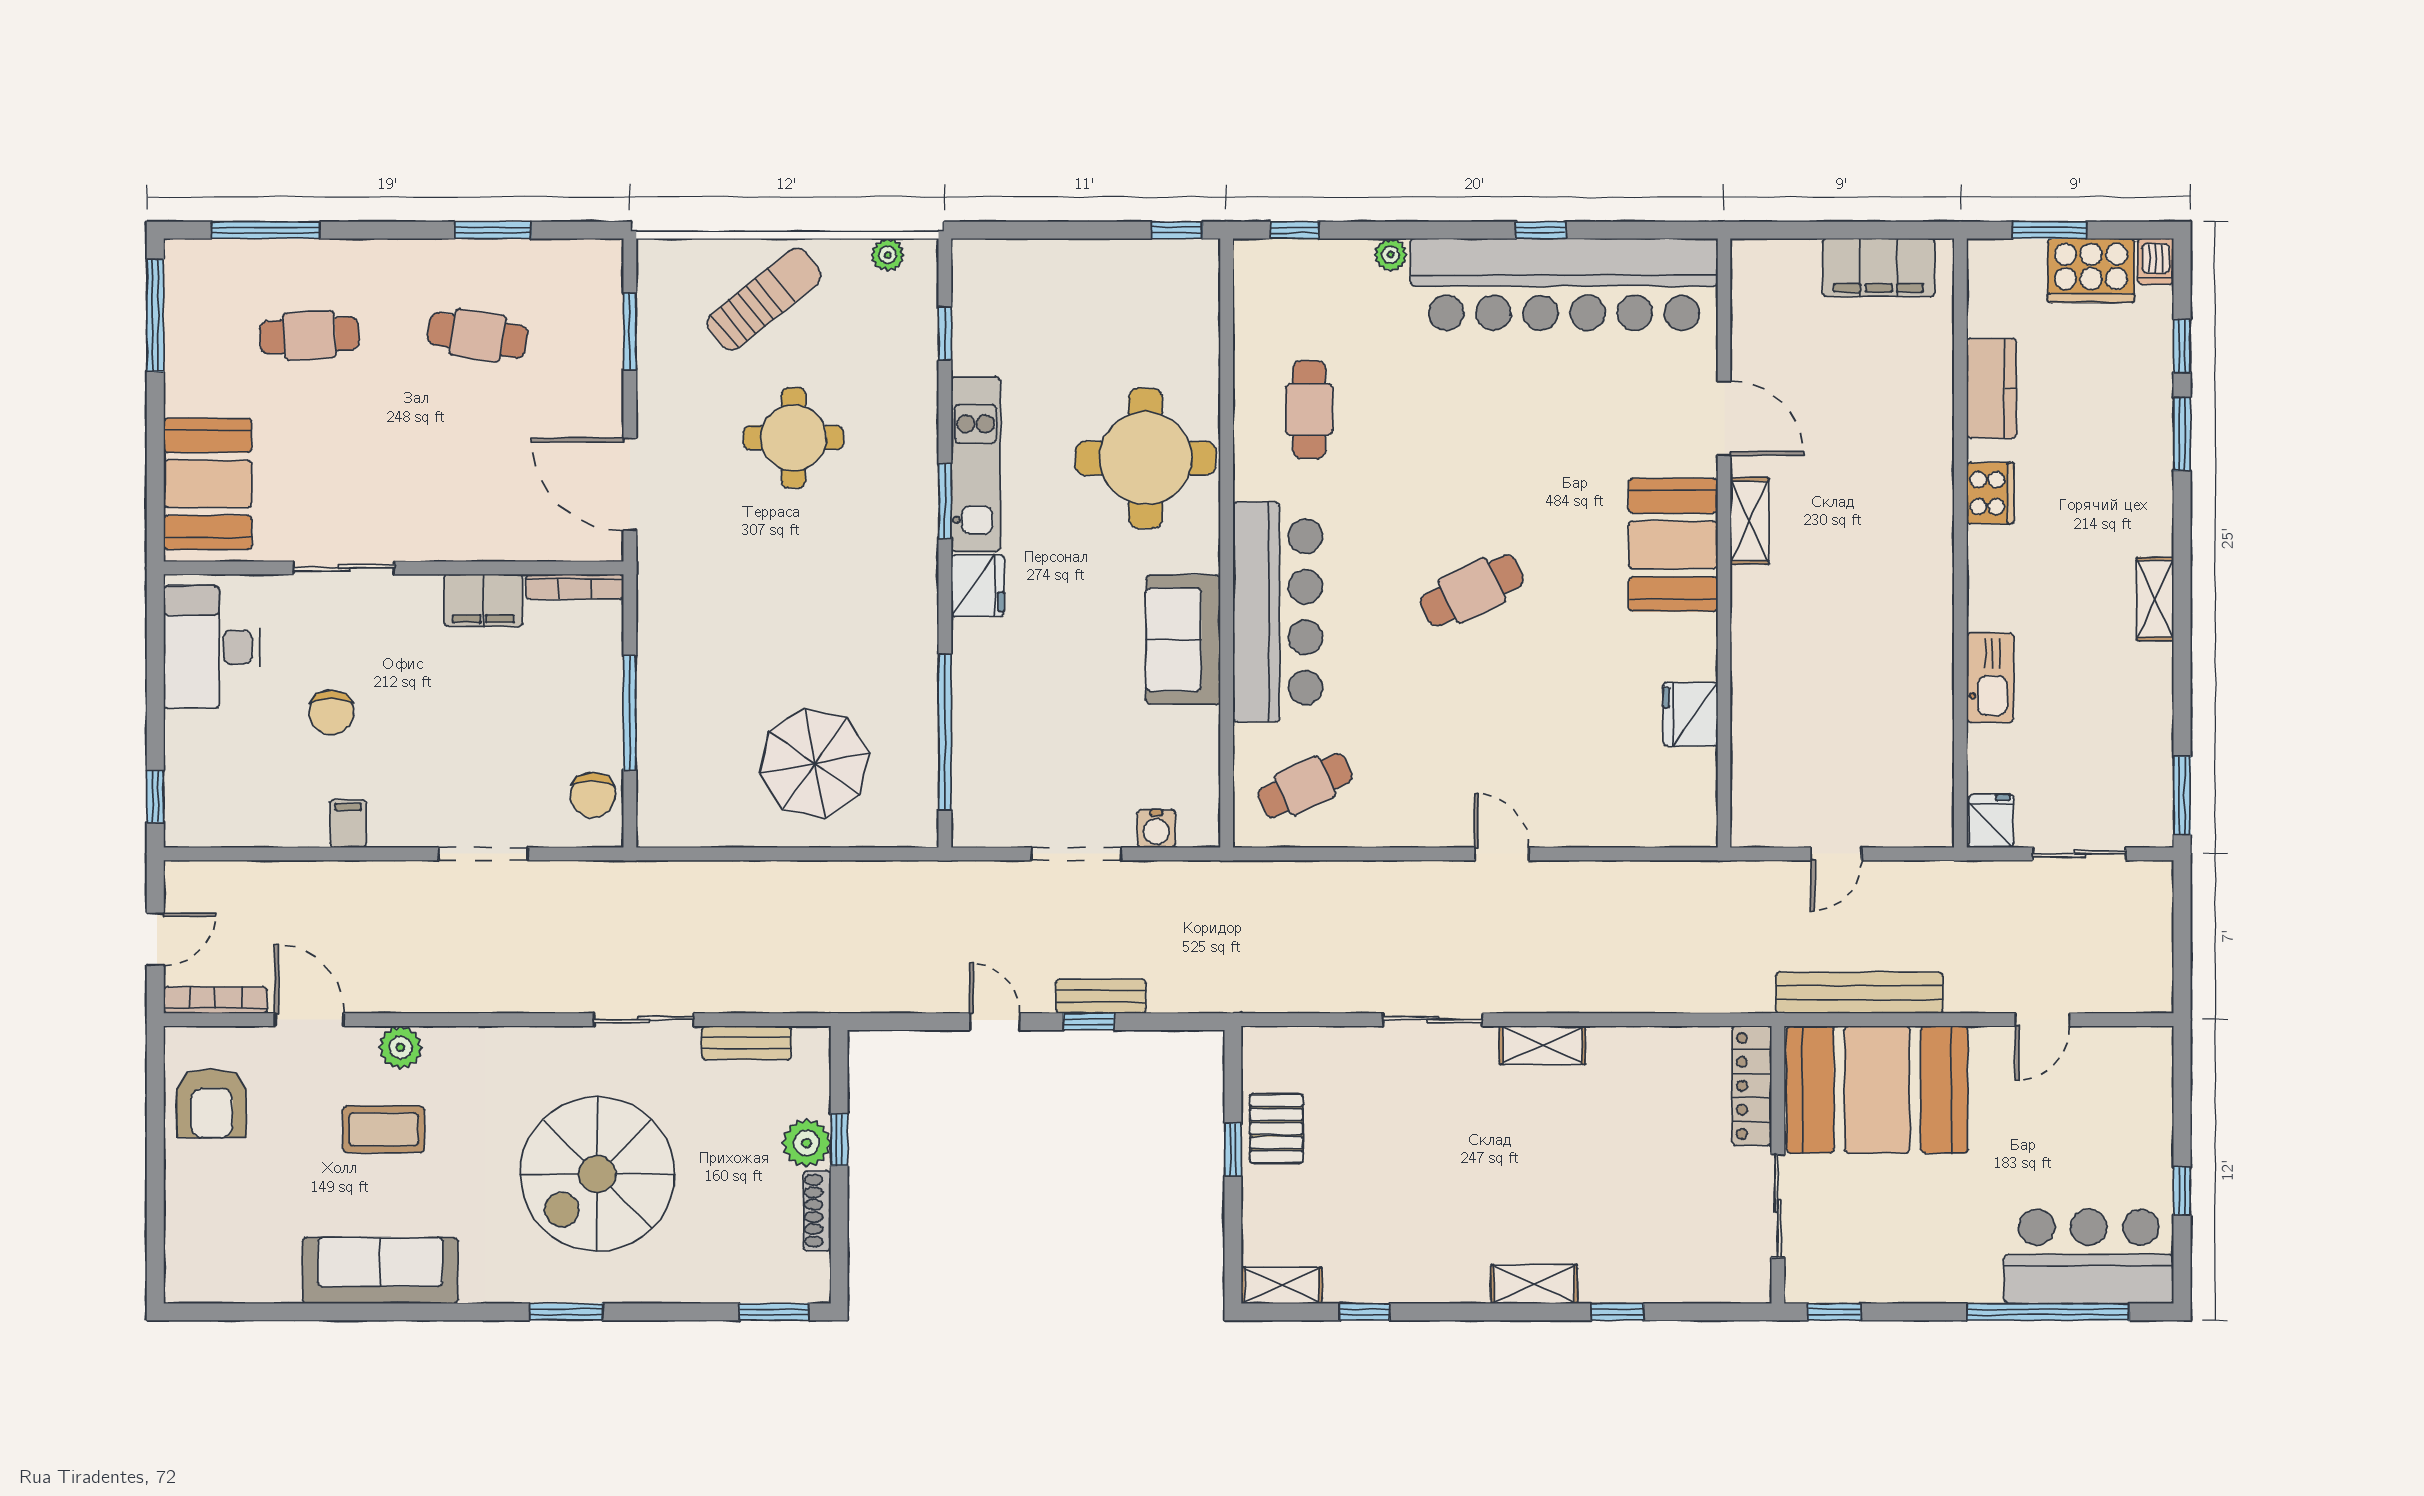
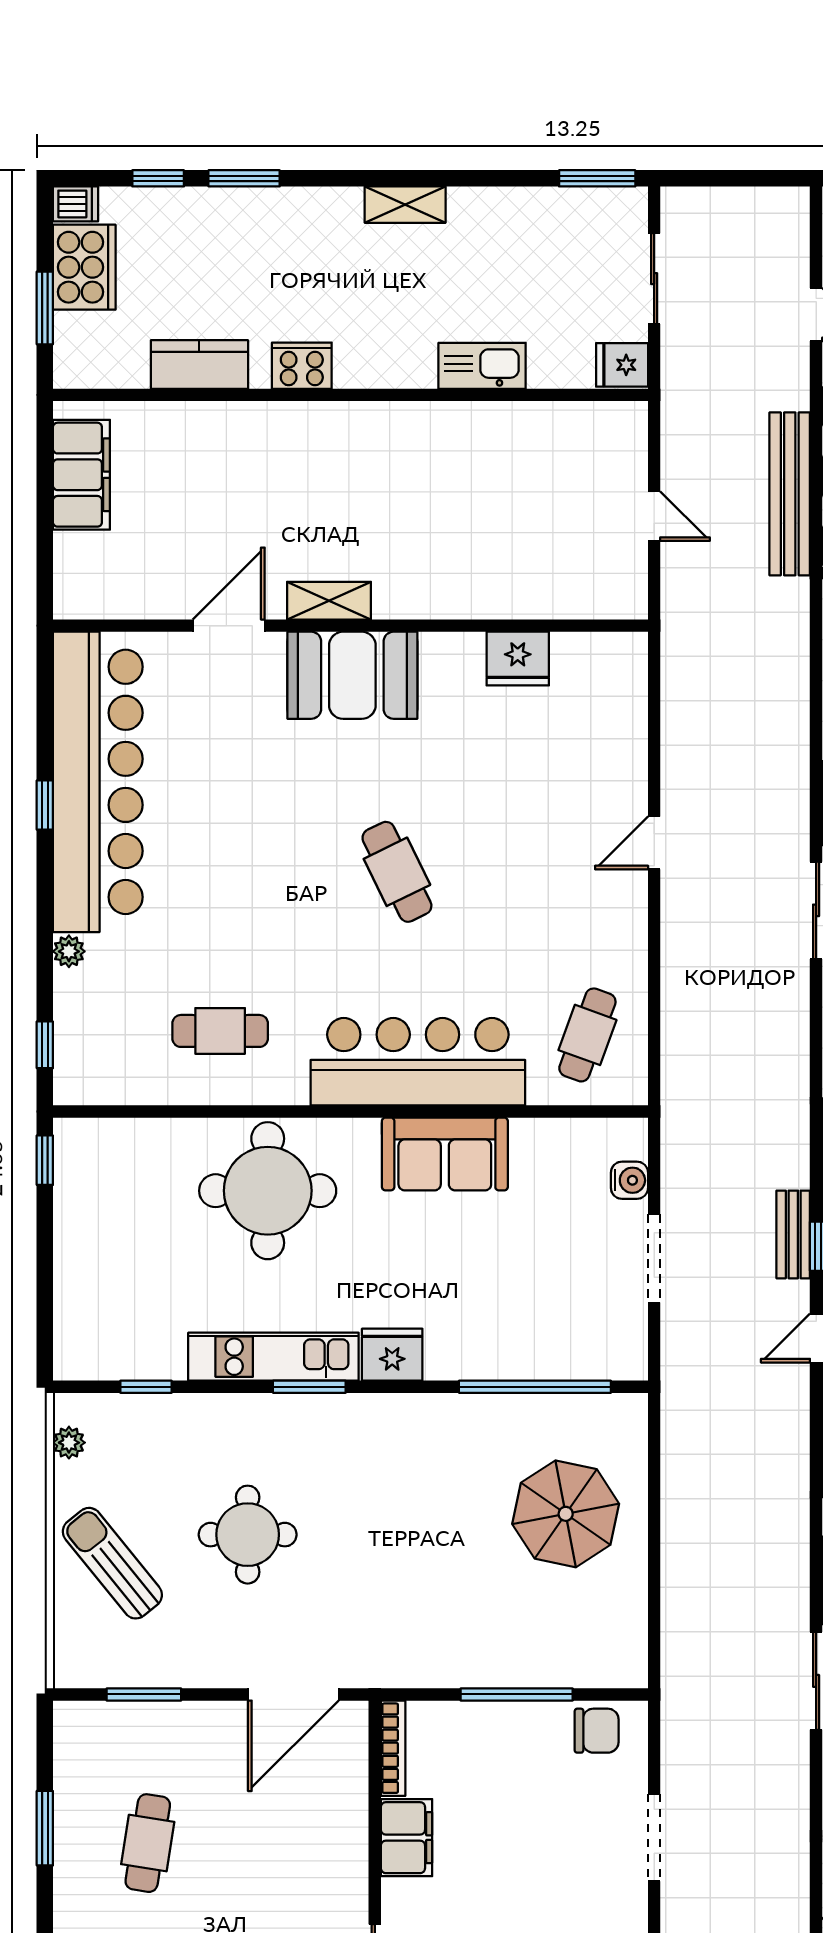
cafe table: (1305, 786) -> (587, 1035), turned 45

